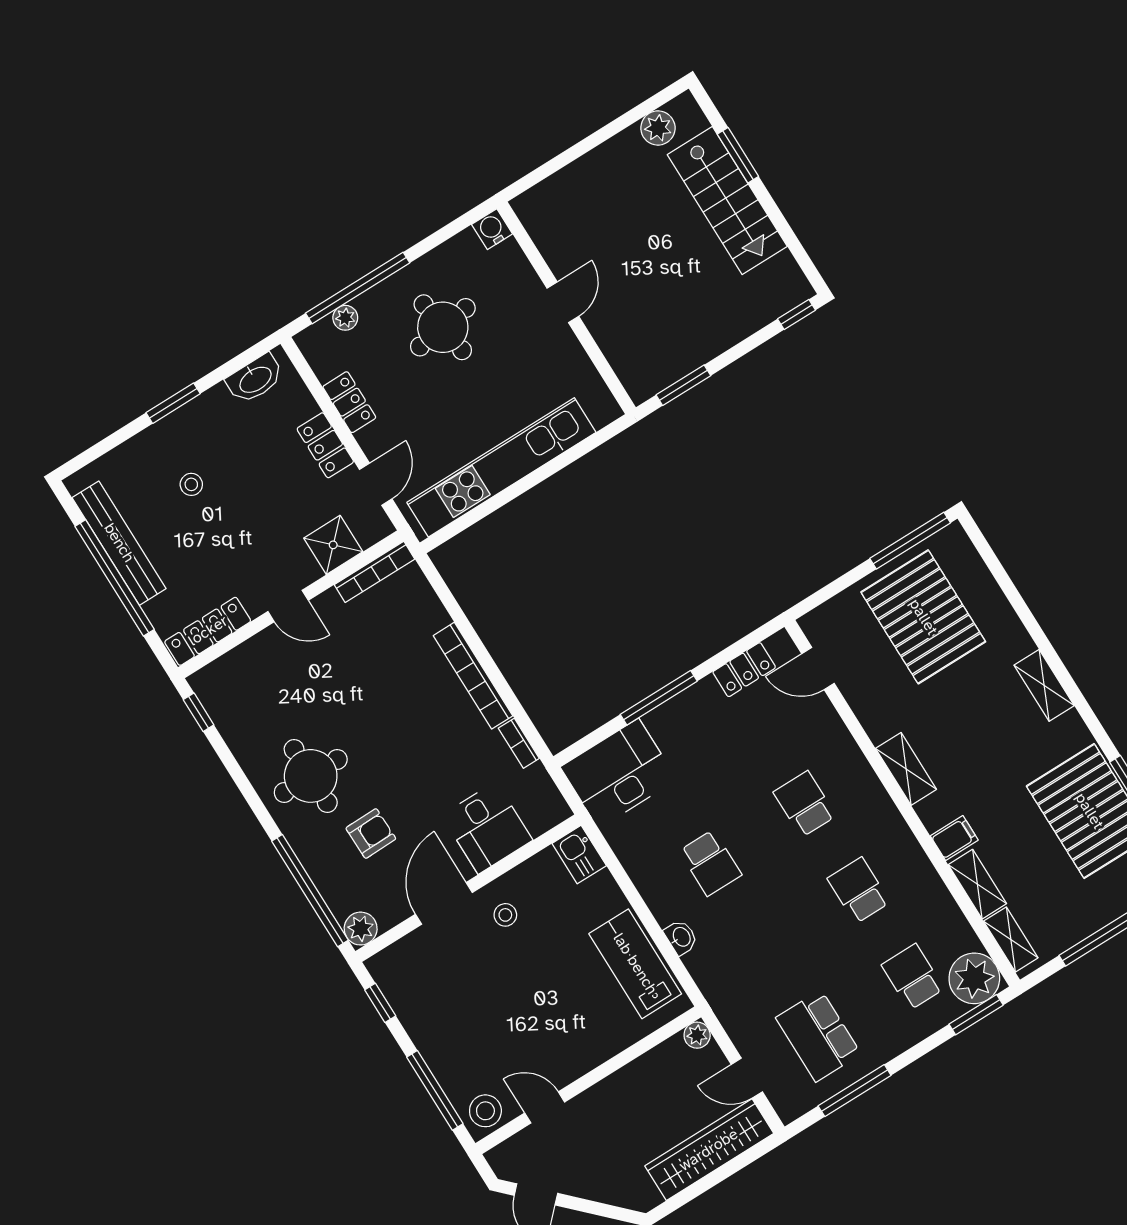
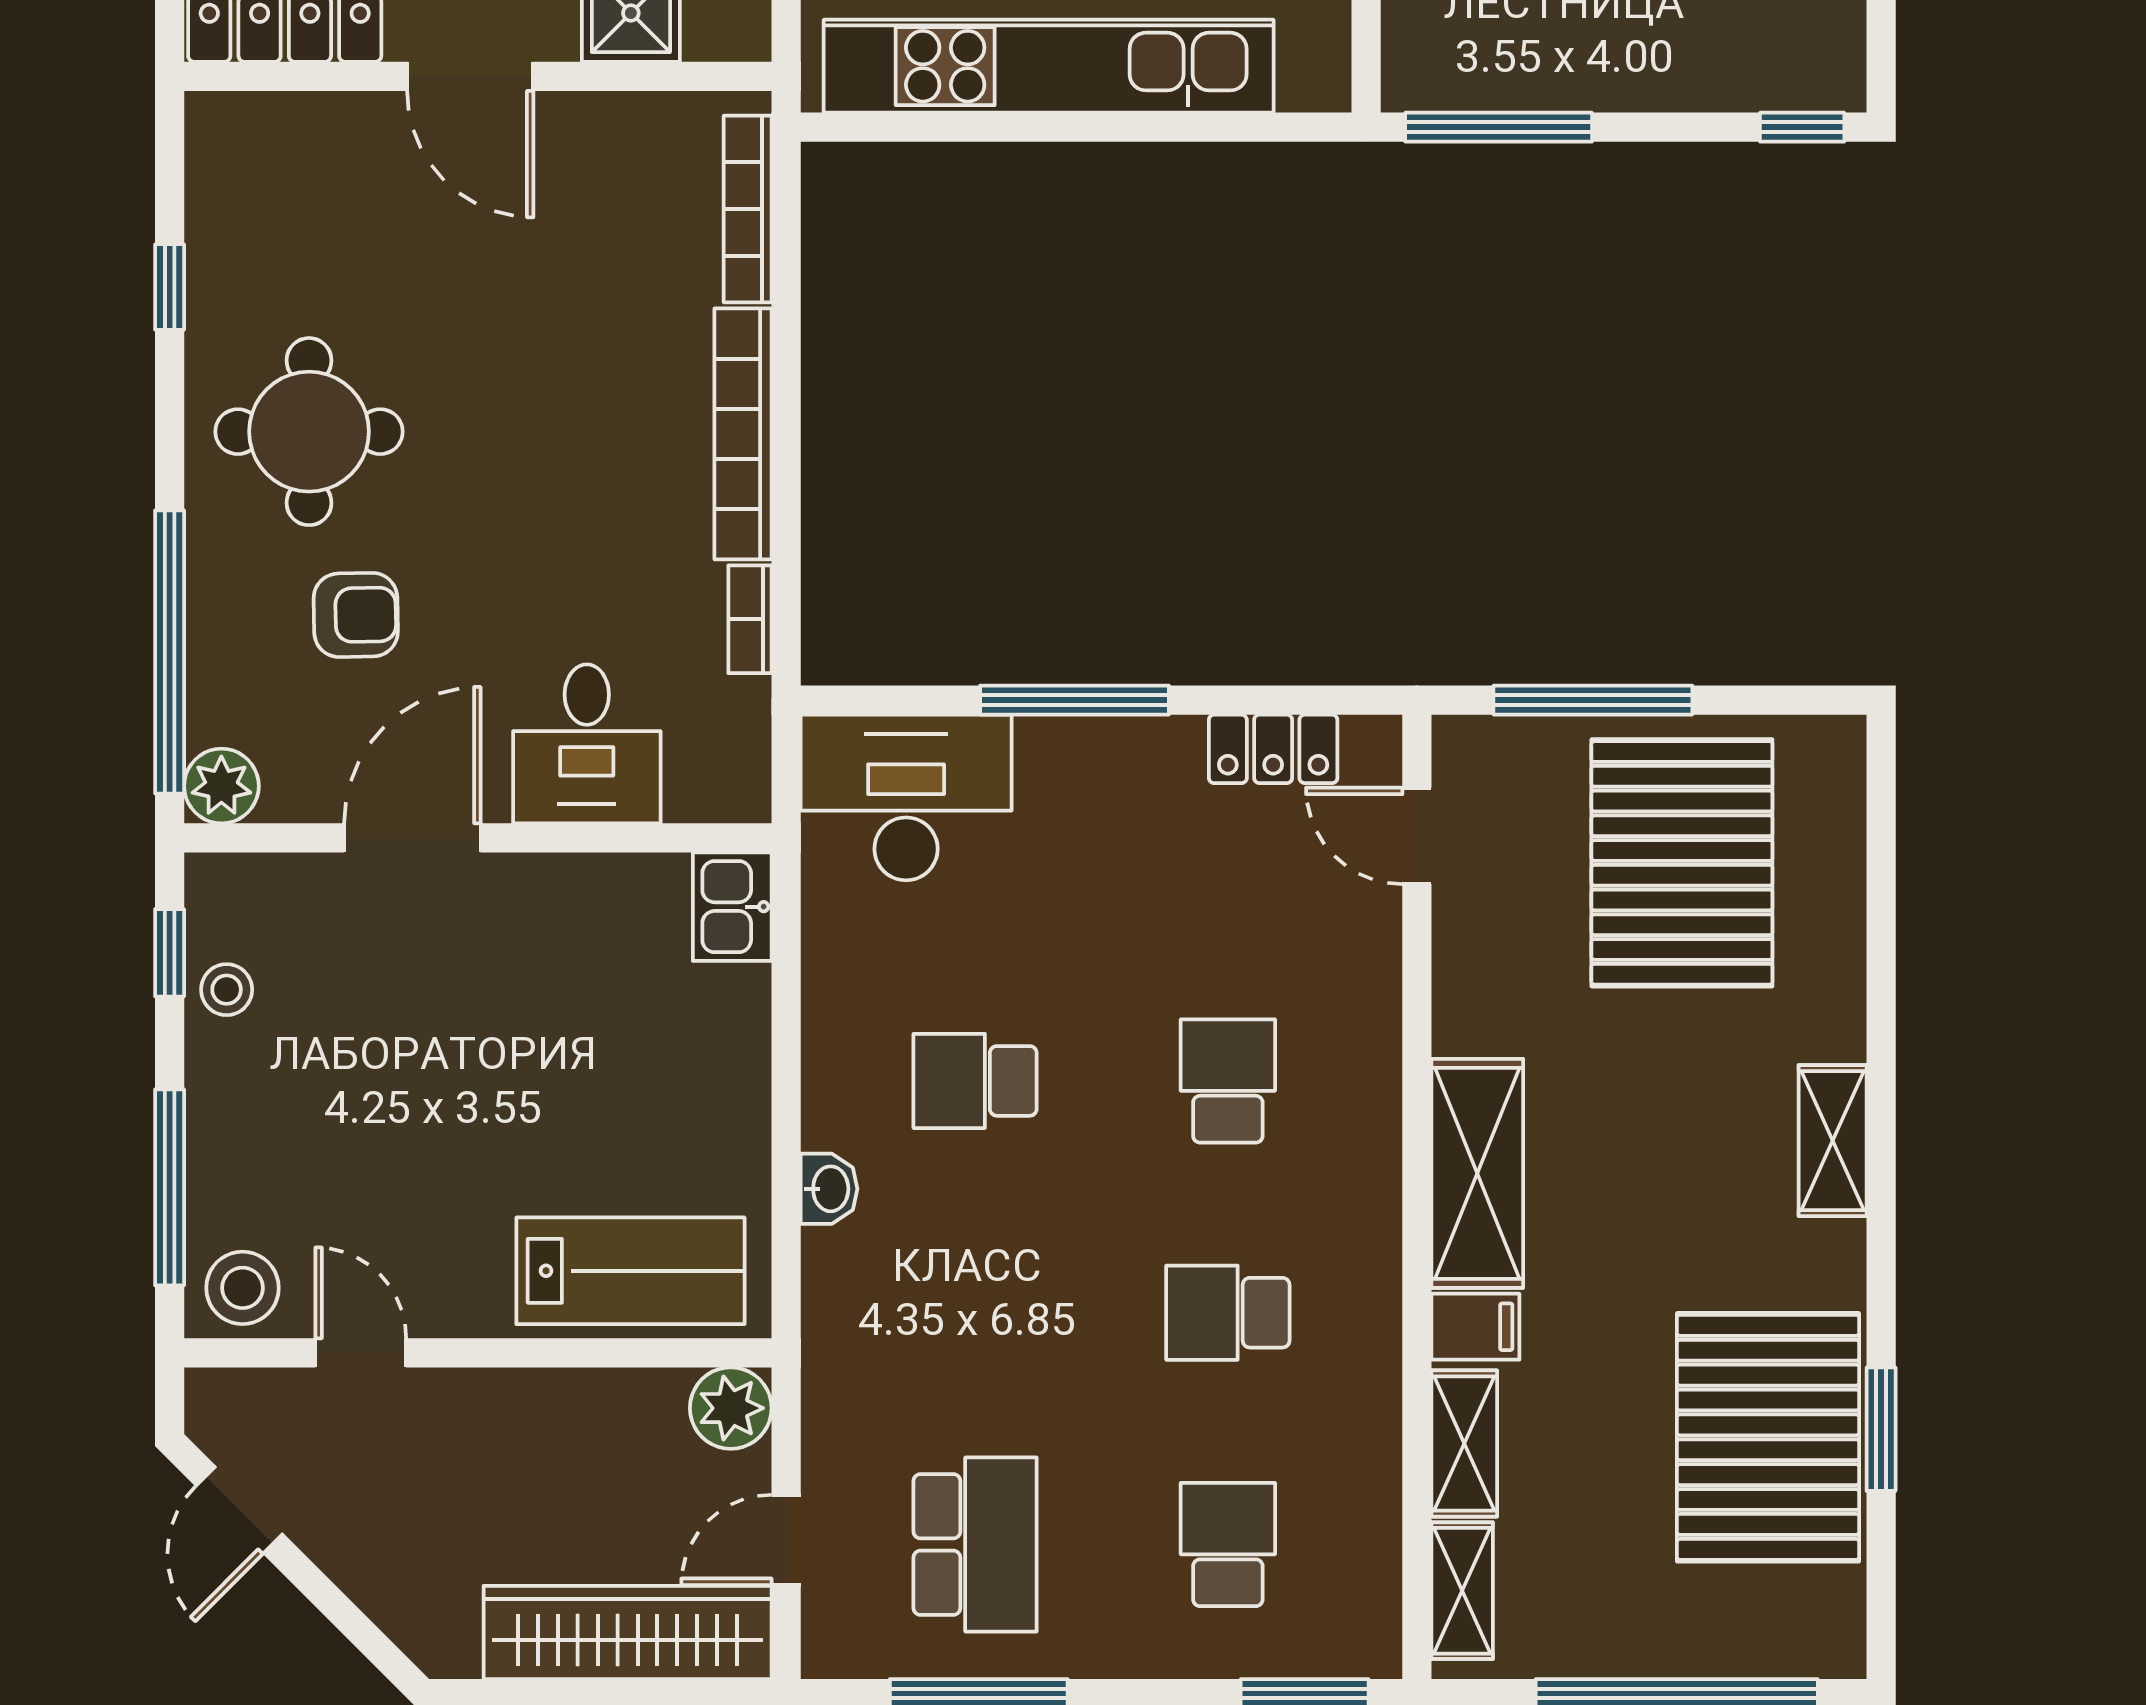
window: (683, 385) -> (1499, 127), width x1.44
window: (910, 541) -> (1593, 700), moved
bookcase: (375, 572) -> (748, 209), moved, turned 90
door: (288, 606) -> (470, 76), width x1.38
window: (199, 712) -> (170, 287), moved
shelving: (906, 769) -> (1477, 1173), width x1.50, depth x1.33
school desk: (710, 863) -> (975, 1081), turned 90
school desk: (859, 890) -> (1228, 1313), turned -90
stool: (505, 915) -> (227, 990), moved
lab bench: (635, 964) -> (630, 1271), moved, turned 90
plant: (974, 978) -> (1345, 1622), removed
plant: (697, 1035) -> (731, 1408), width x1.38, depth x1.38
school desk: (818, 1036) -> (975, 1545), turned 180
door: (747, 1078) -> (786, 1540), hinge flipped

